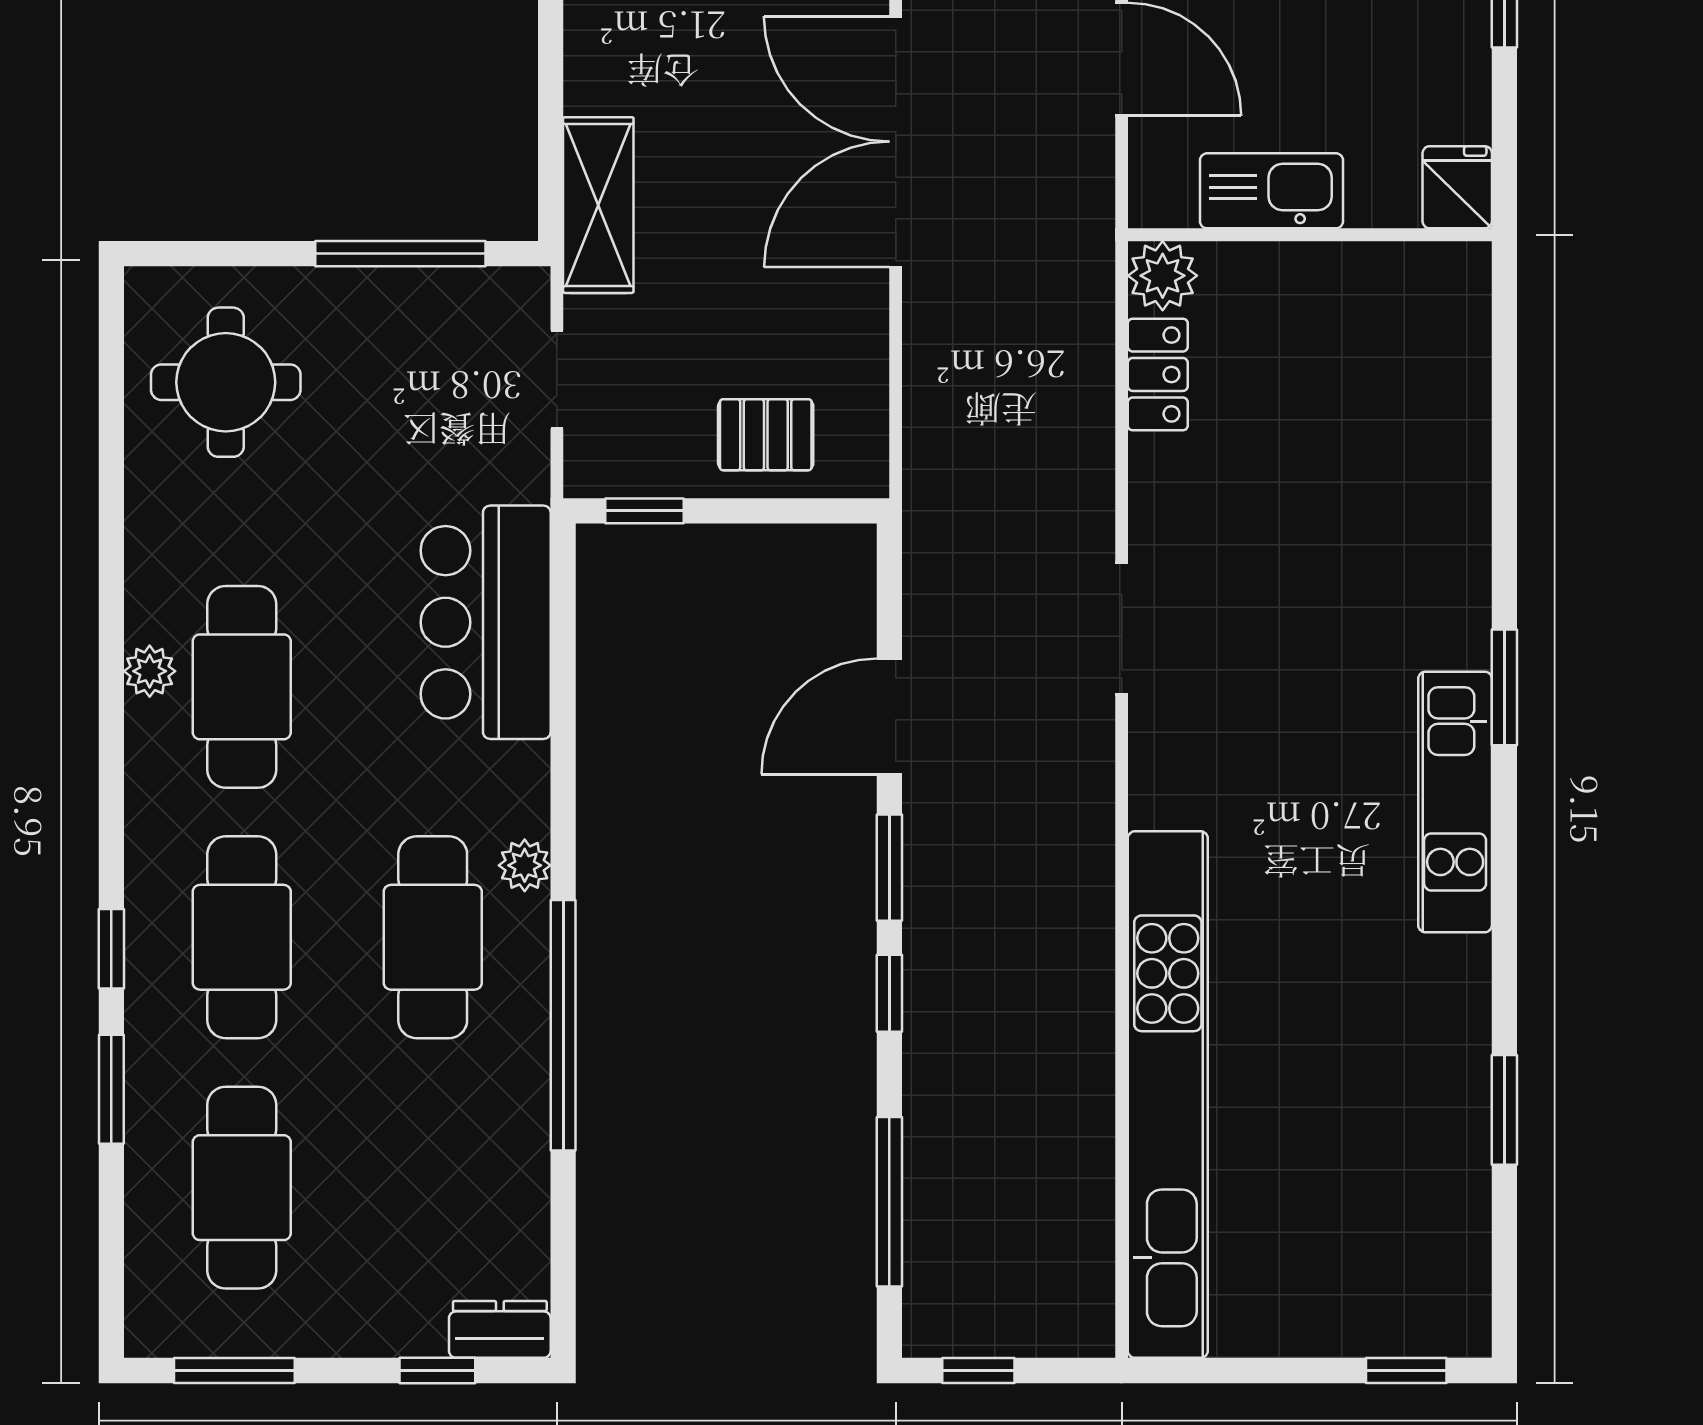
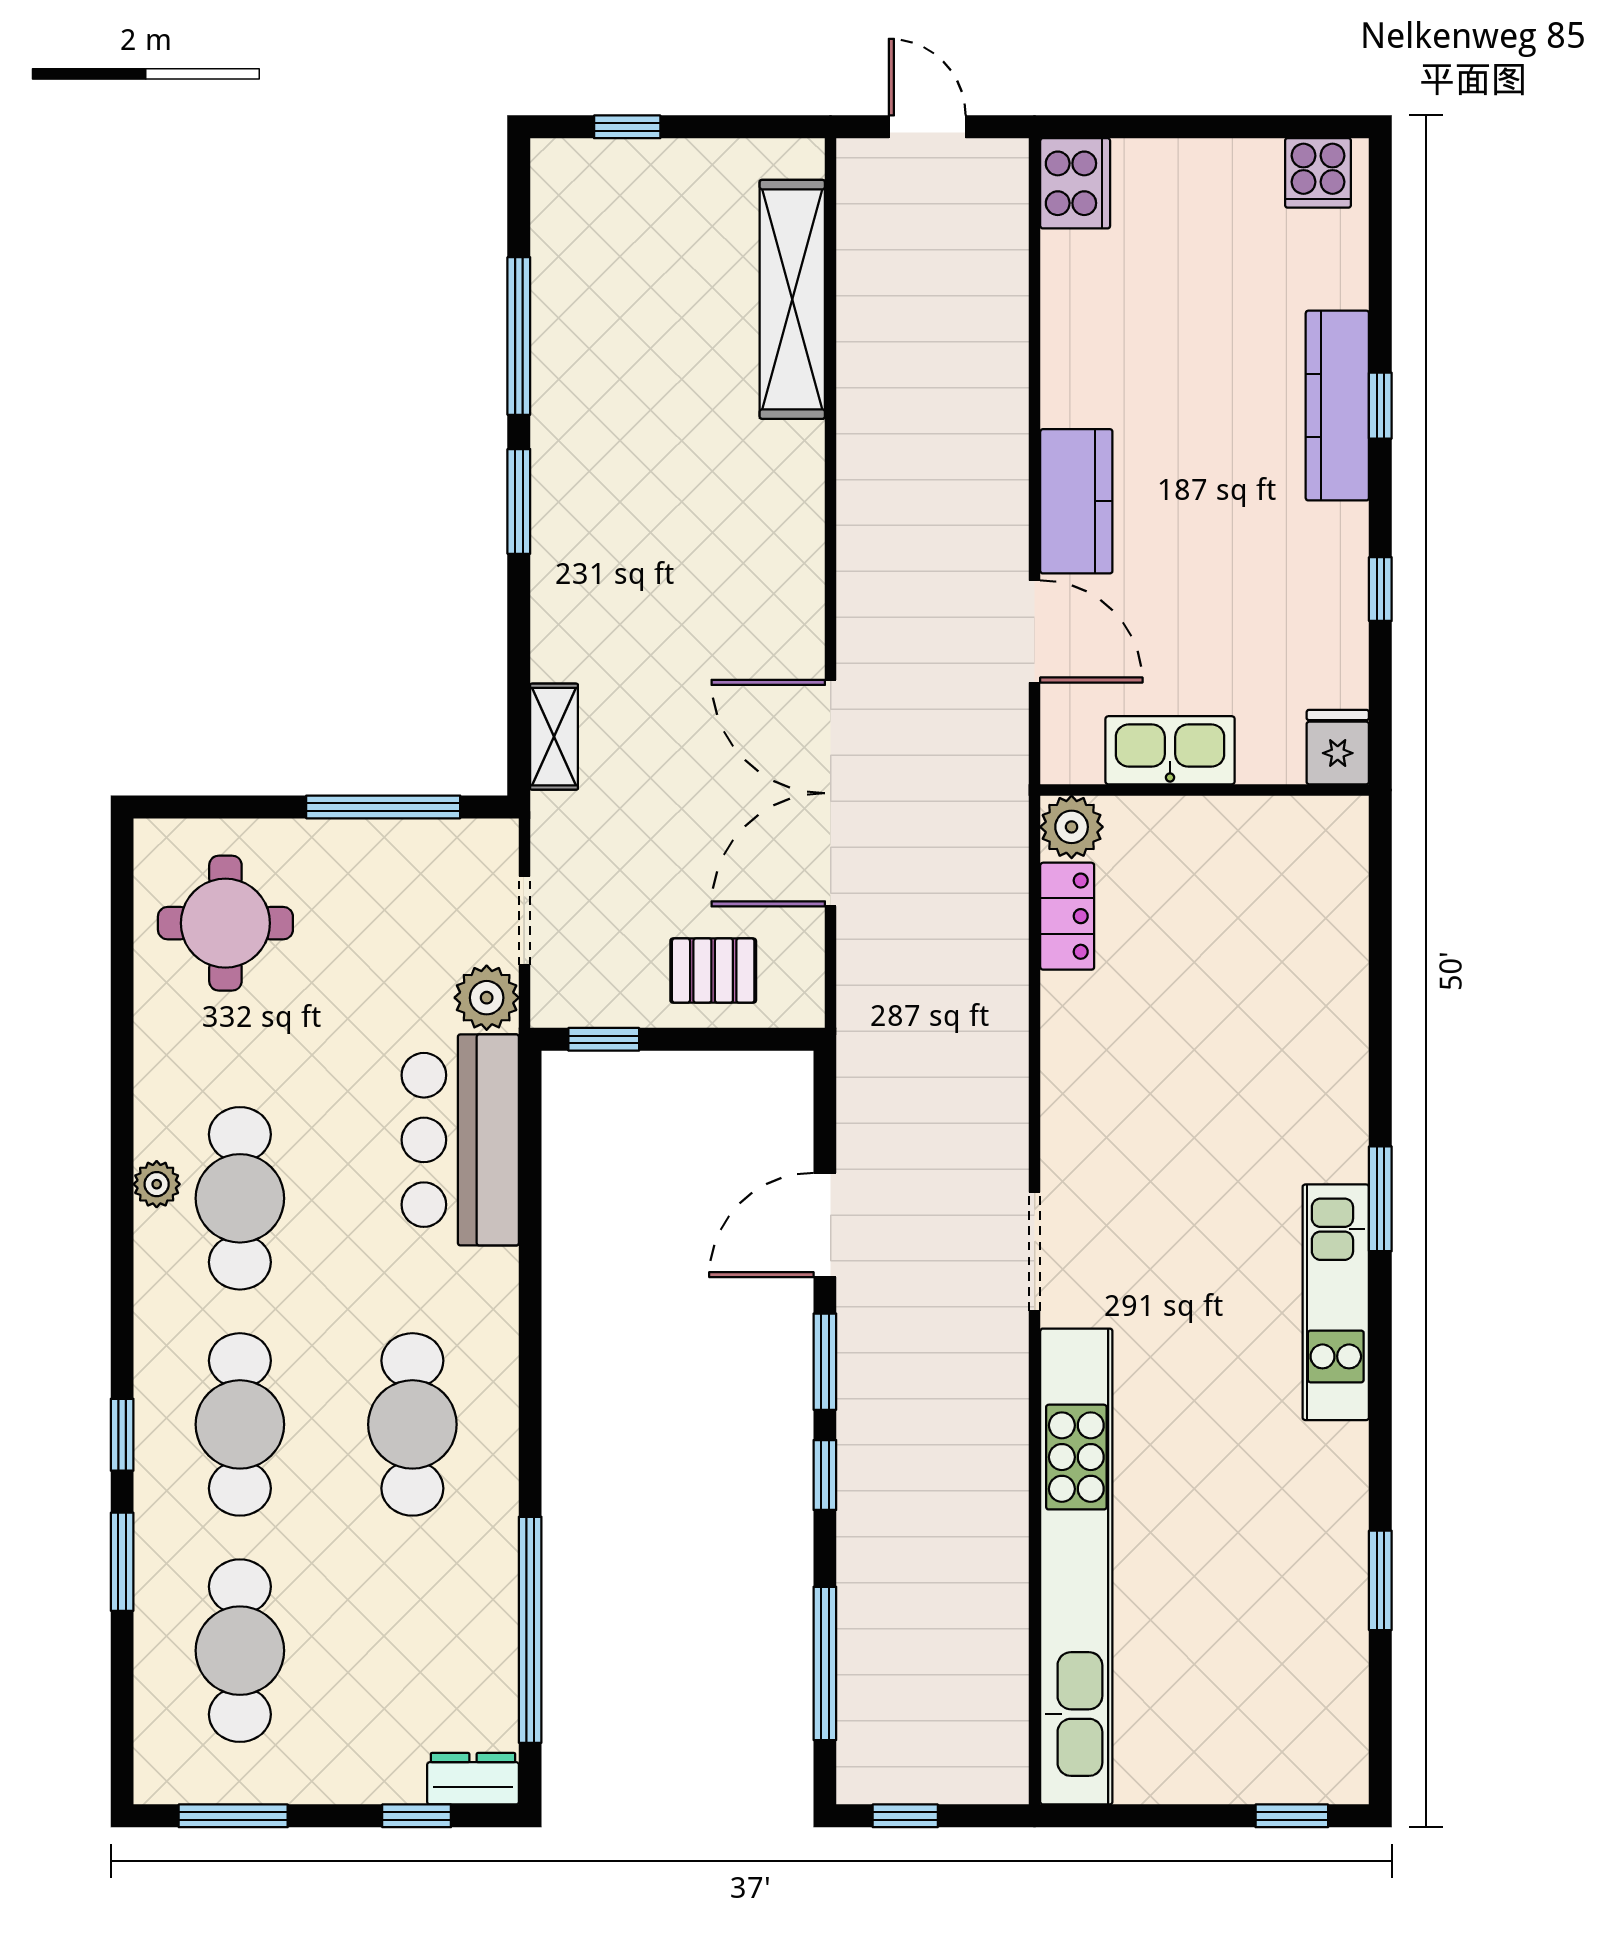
double door: (896, 142) -> (831, 793), moved
shelving: (598, 205) -> (554, 737), width x0.67, depth x0.75
doorway: (1122, 628) -> (1035, 1252), moved
plant: (525, 865) -> (487, 998), moved, width x1.38, depth x1.38
window: (563, 1025) -> (530, 1630), moved

